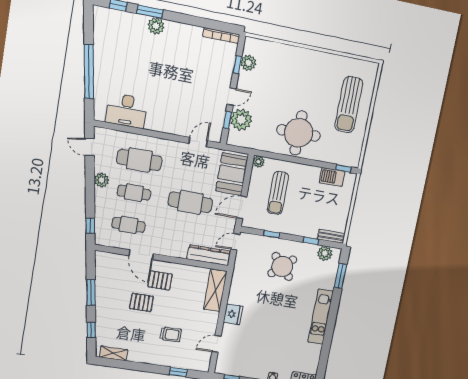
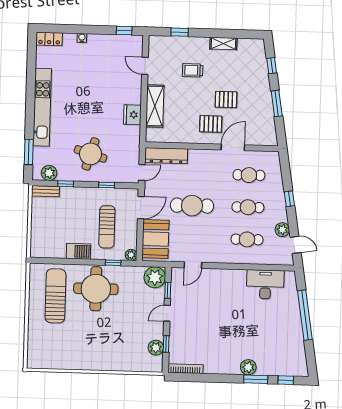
sun lounger: (349, 105) -> (55, 296), moved
plant: (241, 120) -> (155, 277), moved
cafe table: (139, 160) -> (247, 239), width x0.73, depth x0.74
window: (343, 168) -> (113, 263), moved
barbecue: (332, 177) -> (78, 251), moved
plant: (102, 180) -> (282, 230), moved
sun lounger: (278, 193) -> (107, 227), turned 180
window: (90, 226) -> (289, 199), moved
door: (141, 255) -> (233, 147), hinge flipped
round table: (282, 266) -> (90, 154), turned -31
shelving: (215, 290) -> (155, 106), moved
fridge: (233, 314) -> (132, 115), moved
kitchen unit: (321, 317) -> (42, 107), width x1.36
door: (217, 344) -> (145, 66), swing flipped
shelving: (114, 353) -> (223, 43), moved

